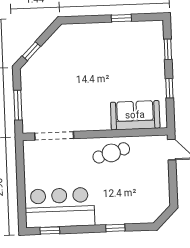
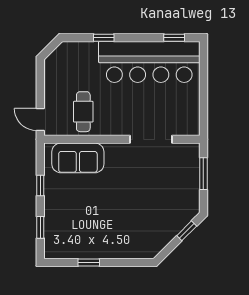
doorway: (54, 136) -> (151, 139), moved
cafe table: (111, 153) -> (83, 112), moved, turned -74
bar counter: (60, 208) -> (149, 62), width x1.36

